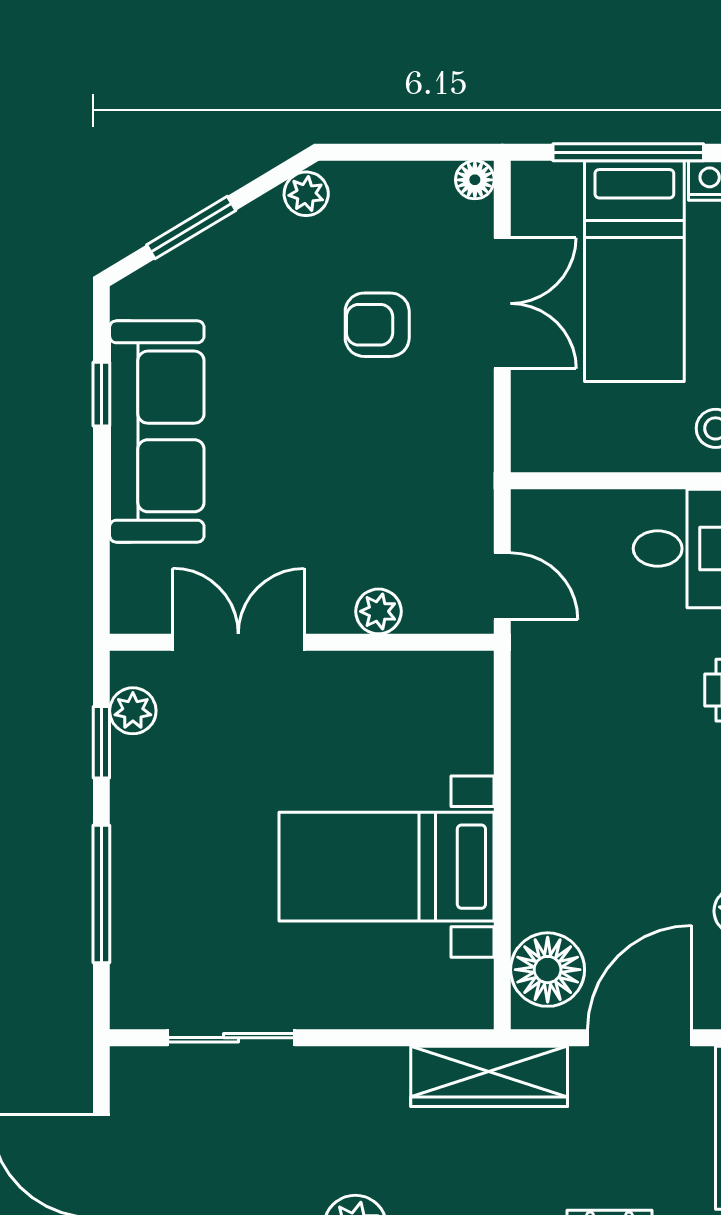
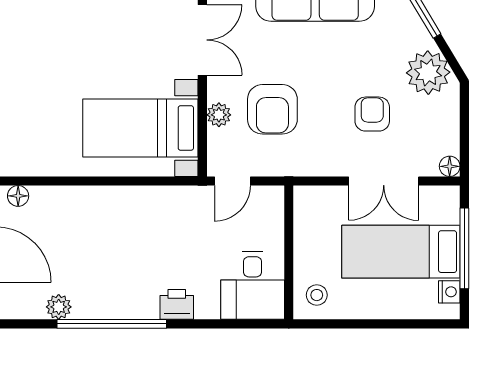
plant: (306, 194) -> (428, 73), width x1.88, depth x1.88
armchair: (368, 511) -> (272, 109), added
bed with nightstands: (387, 867) -> (140, 128), moved, turned -90
floor lamp: (548, 970) -> (18, 196), width x0.53, depth x0.53

